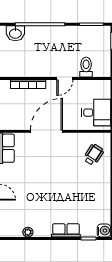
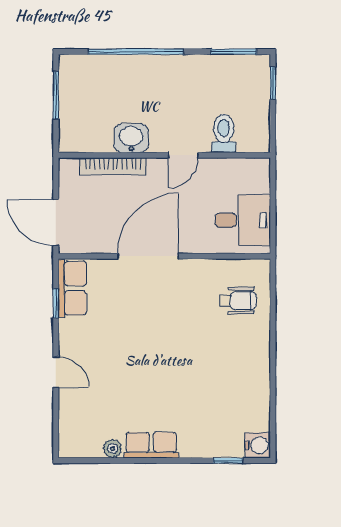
washbasin: (15, 33) -> (131, 138), moved, turned 180
wheelchair: (93, 155) -> (238, 301), turned 57
row of seats: (66, 230) -> (151, 445), moved

